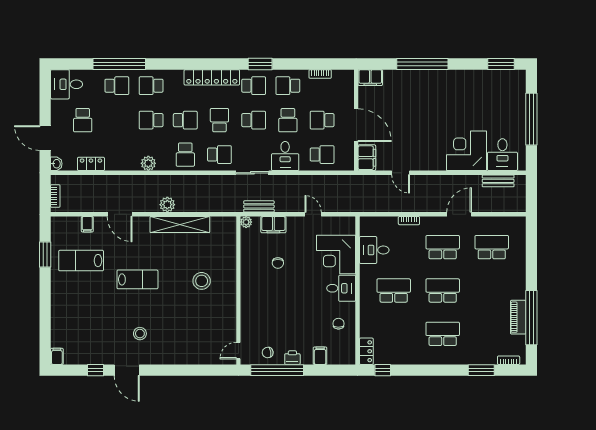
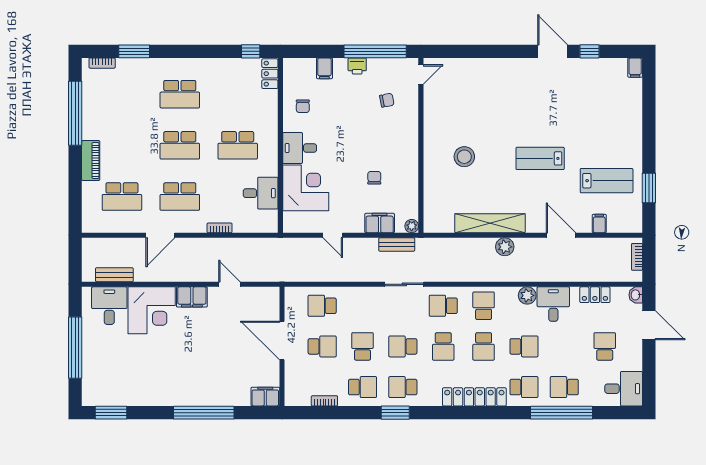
locker: (212, 77) -> (474, 397), moved
school desk: (185, 120) -> (484, 346), turned -90
desk: (285, 156) -> (553, 304), moved
filing cabinet: (367, 158) -> (192, 297), moved, turned -90
piano: (518, 317) -> (91, 161), moved
stool: (140, 334) -> (537, 95), removed
chair: (268, 352) -> (387, 100), moved

